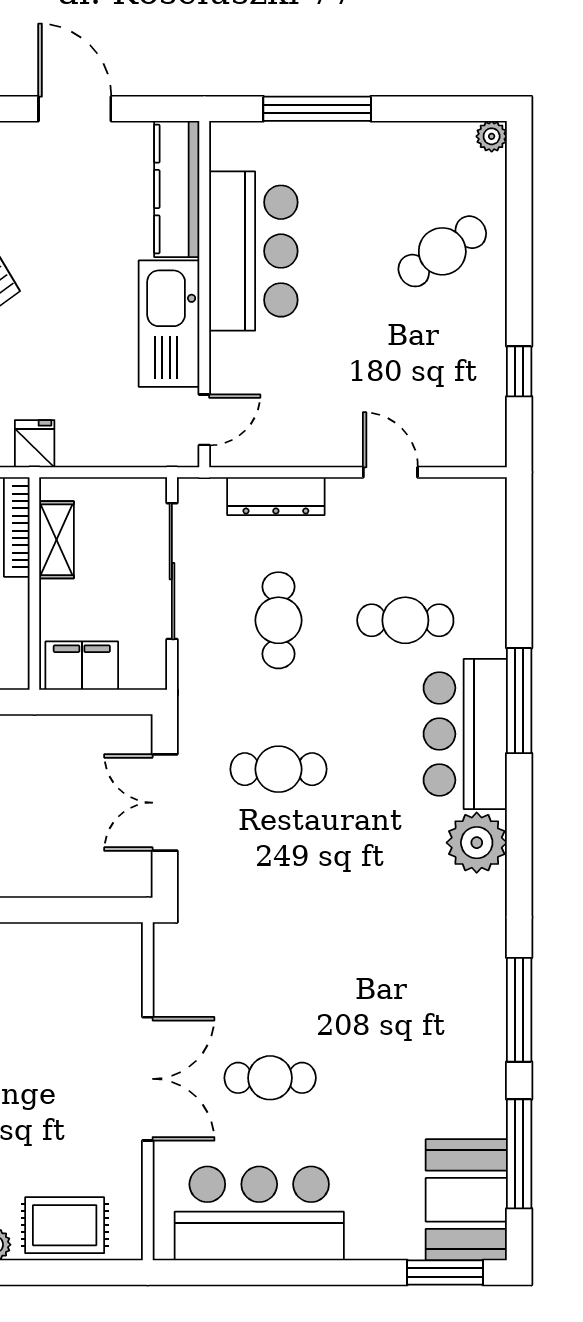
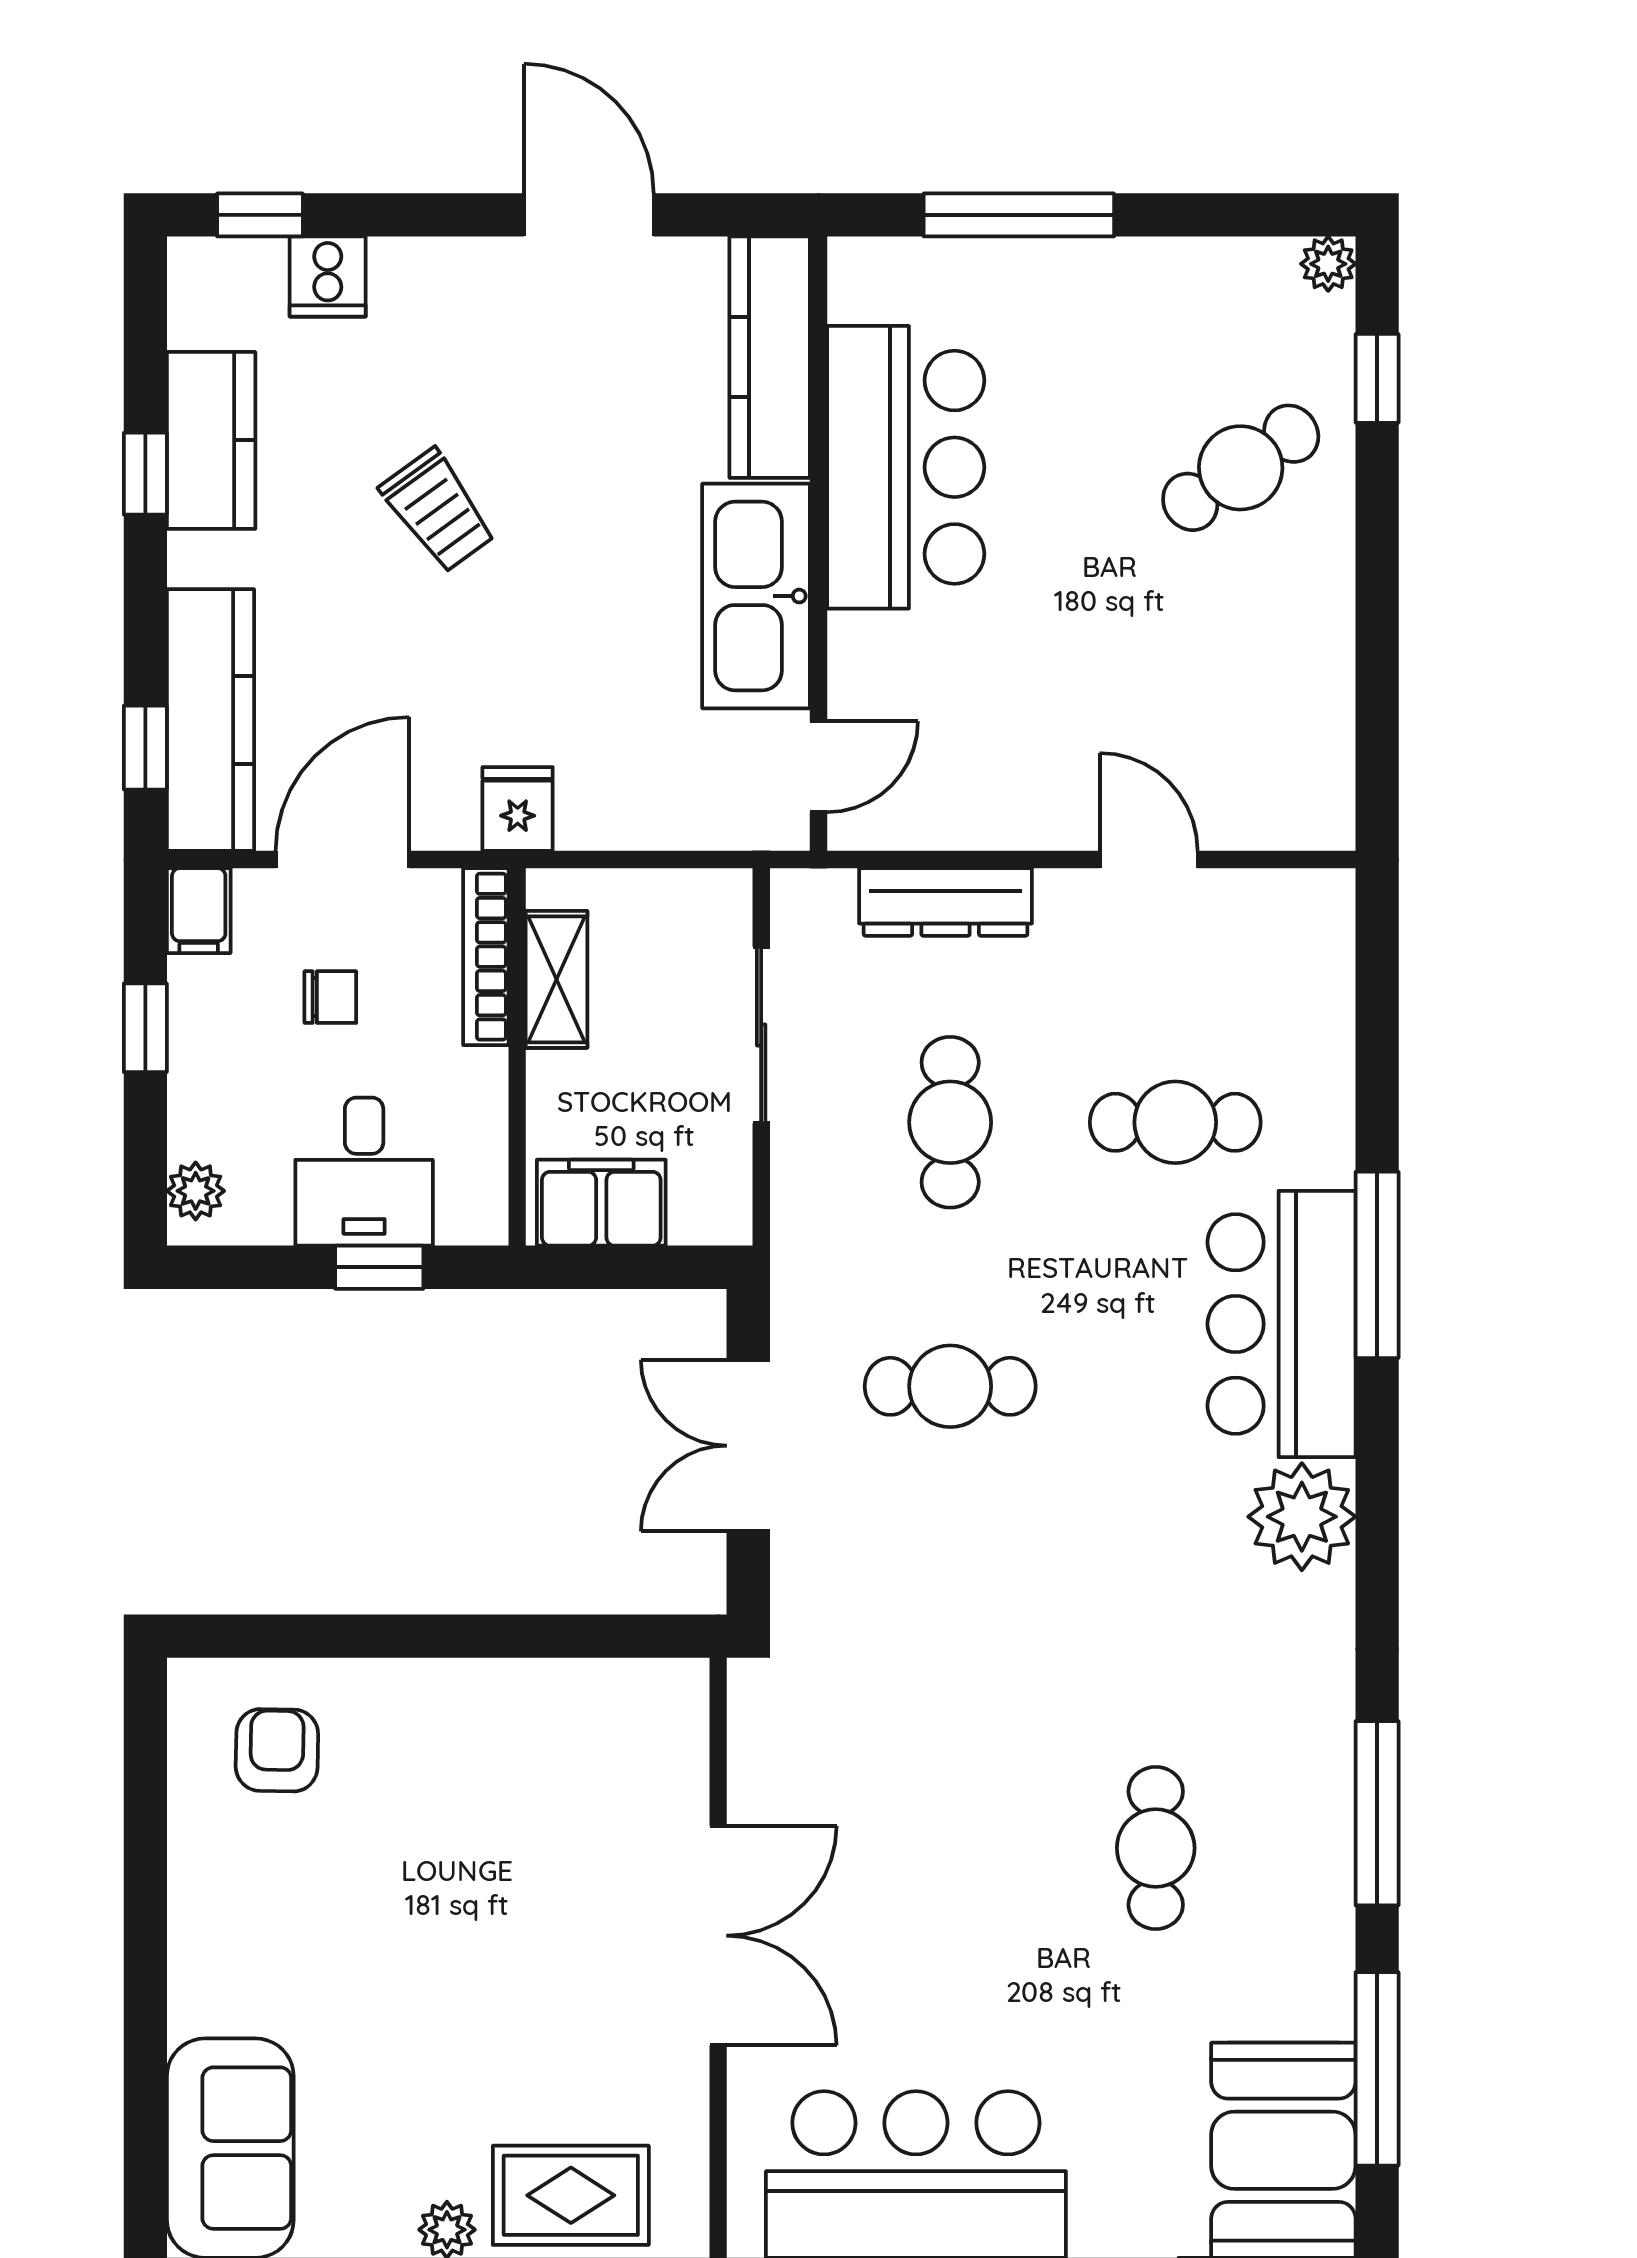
window: (519, 371) -> (1377, 378), moved
sliding door: (172, 571) -> (761, 1035), width x0.73
cafe table: (270, 1078) -> (1156, 1848), moved, turned 90

